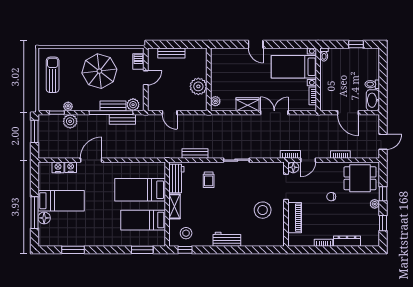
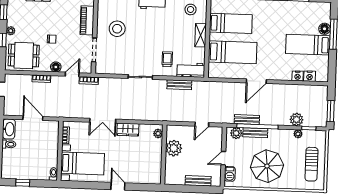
door: (170, 113) -> (202, 124), swing flipped
door: (91, 160) -> (256, 81), moved
floor lamp: (293, 167) -> (56, 67), moved
workbench: (176, 179) -> (191, 70), moved, turned 90

